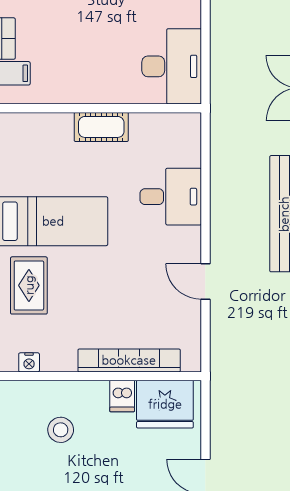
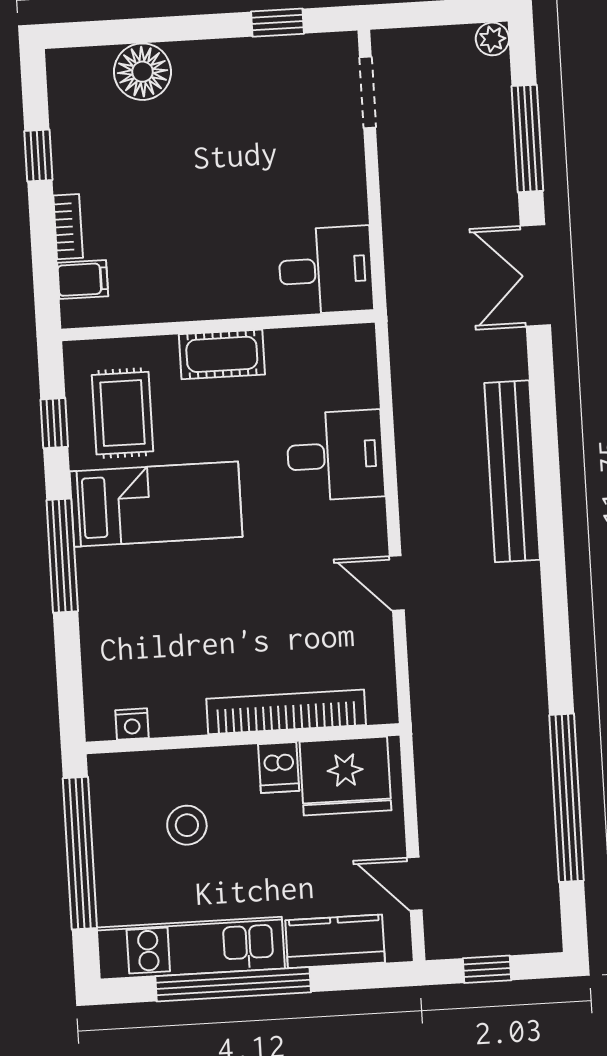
desk: (172, 66) -> (326, 270), width x0.73
rug: (29, 285) -> (122, 413), moved

